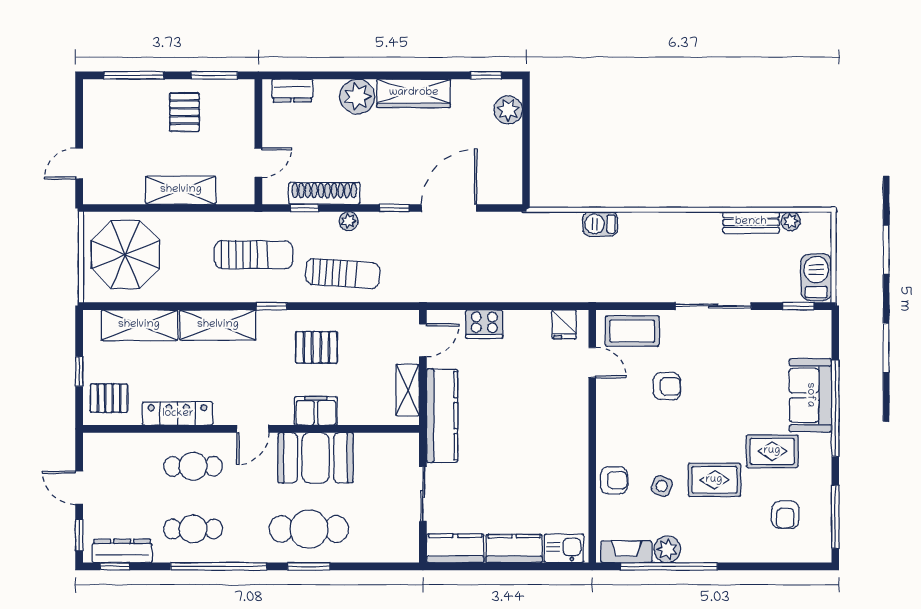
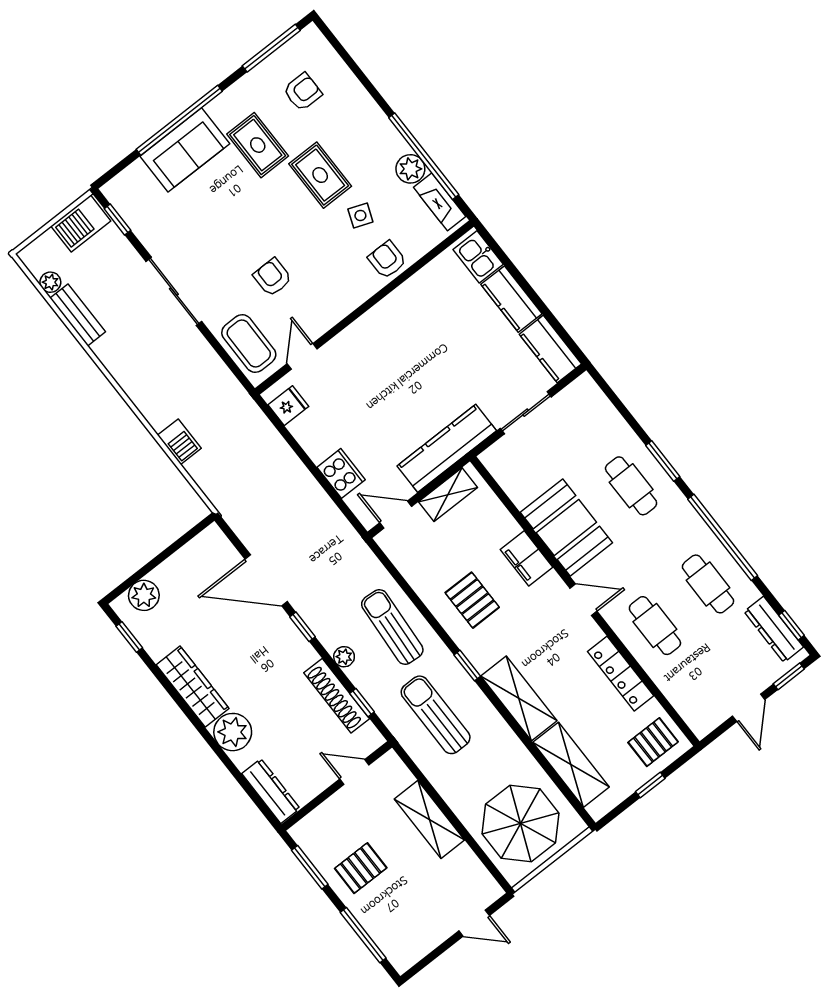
dresser: (292, 91) -> (271, 791), width x1.44
pallet: (109, 398) -> (653, 742), turned 90
cafe table: (309, 529) -> (631, 486), width x0.73, depth x0.74

